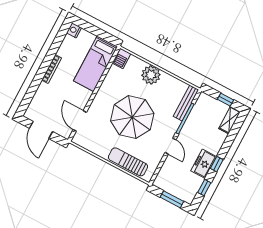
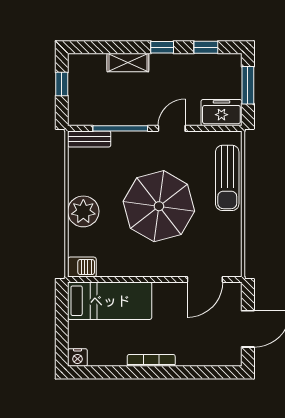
bench: (186, 103) -> (89, 139), width x0.73
shelving: (229, 120) -> (128, 63), moved
freezer: (204, 164) -> (221, 113), moved, turned 180

